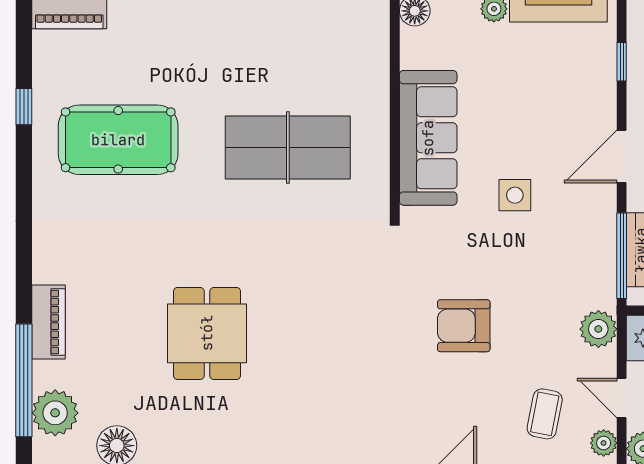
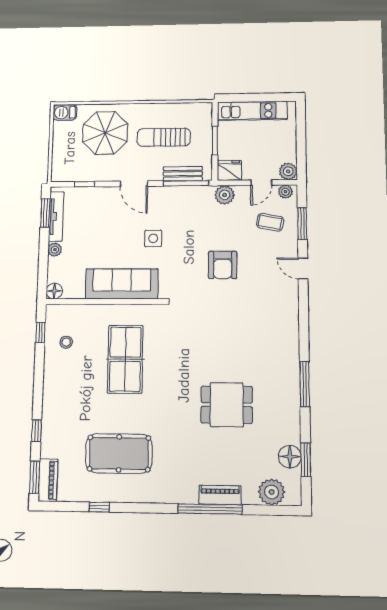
stool: (319, 37) -> (66, 342), added
pool table: (118, 140) -> (119, 453), turned 90
window: (24, 380) -> (210, 509), moved

